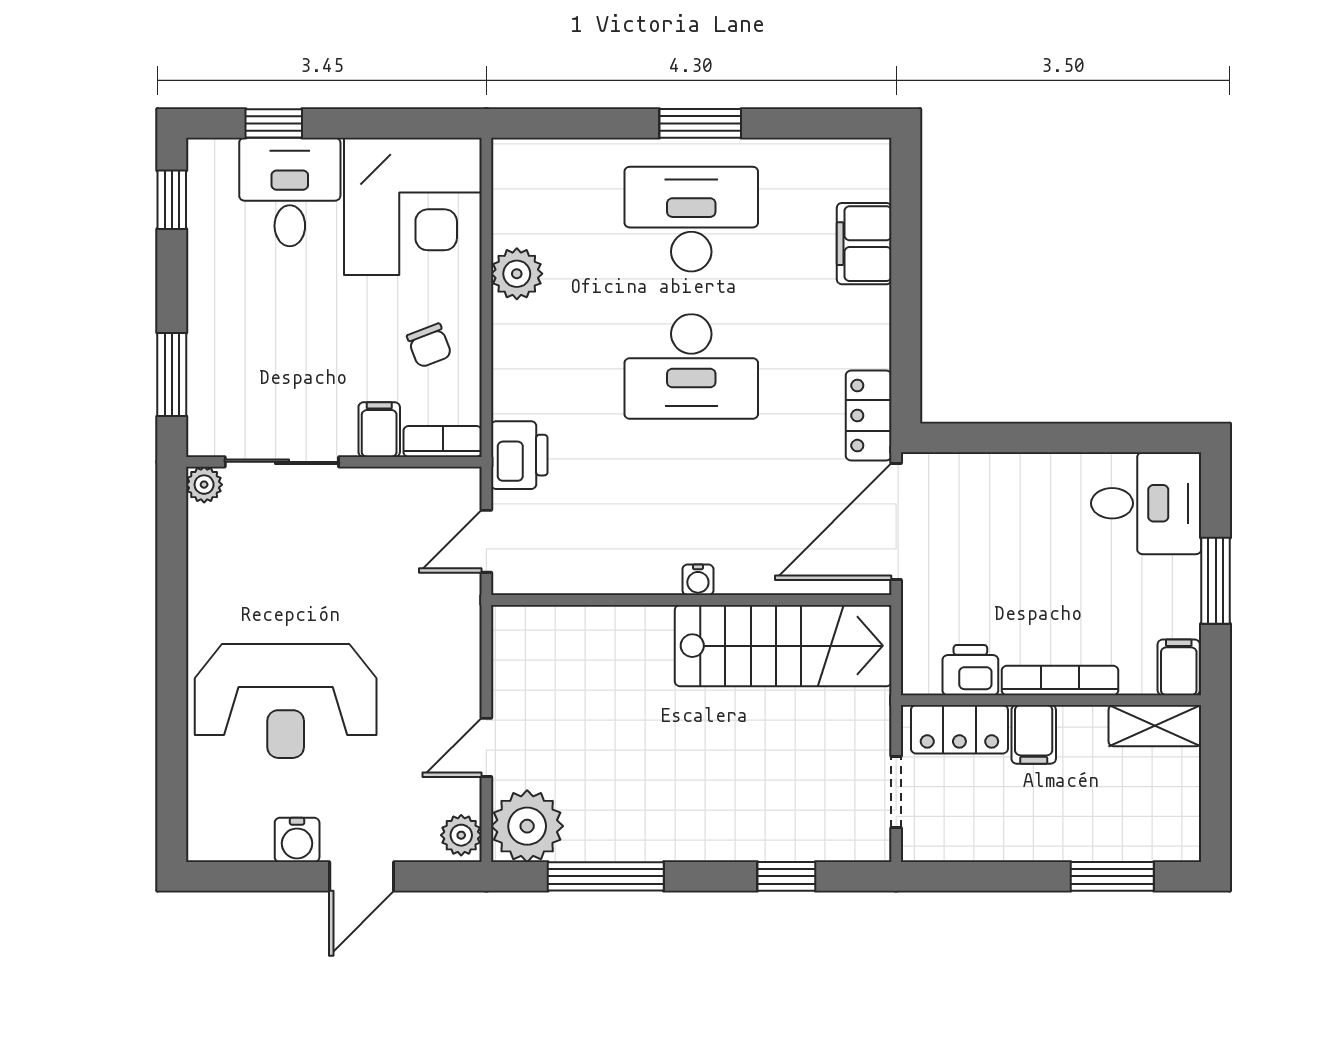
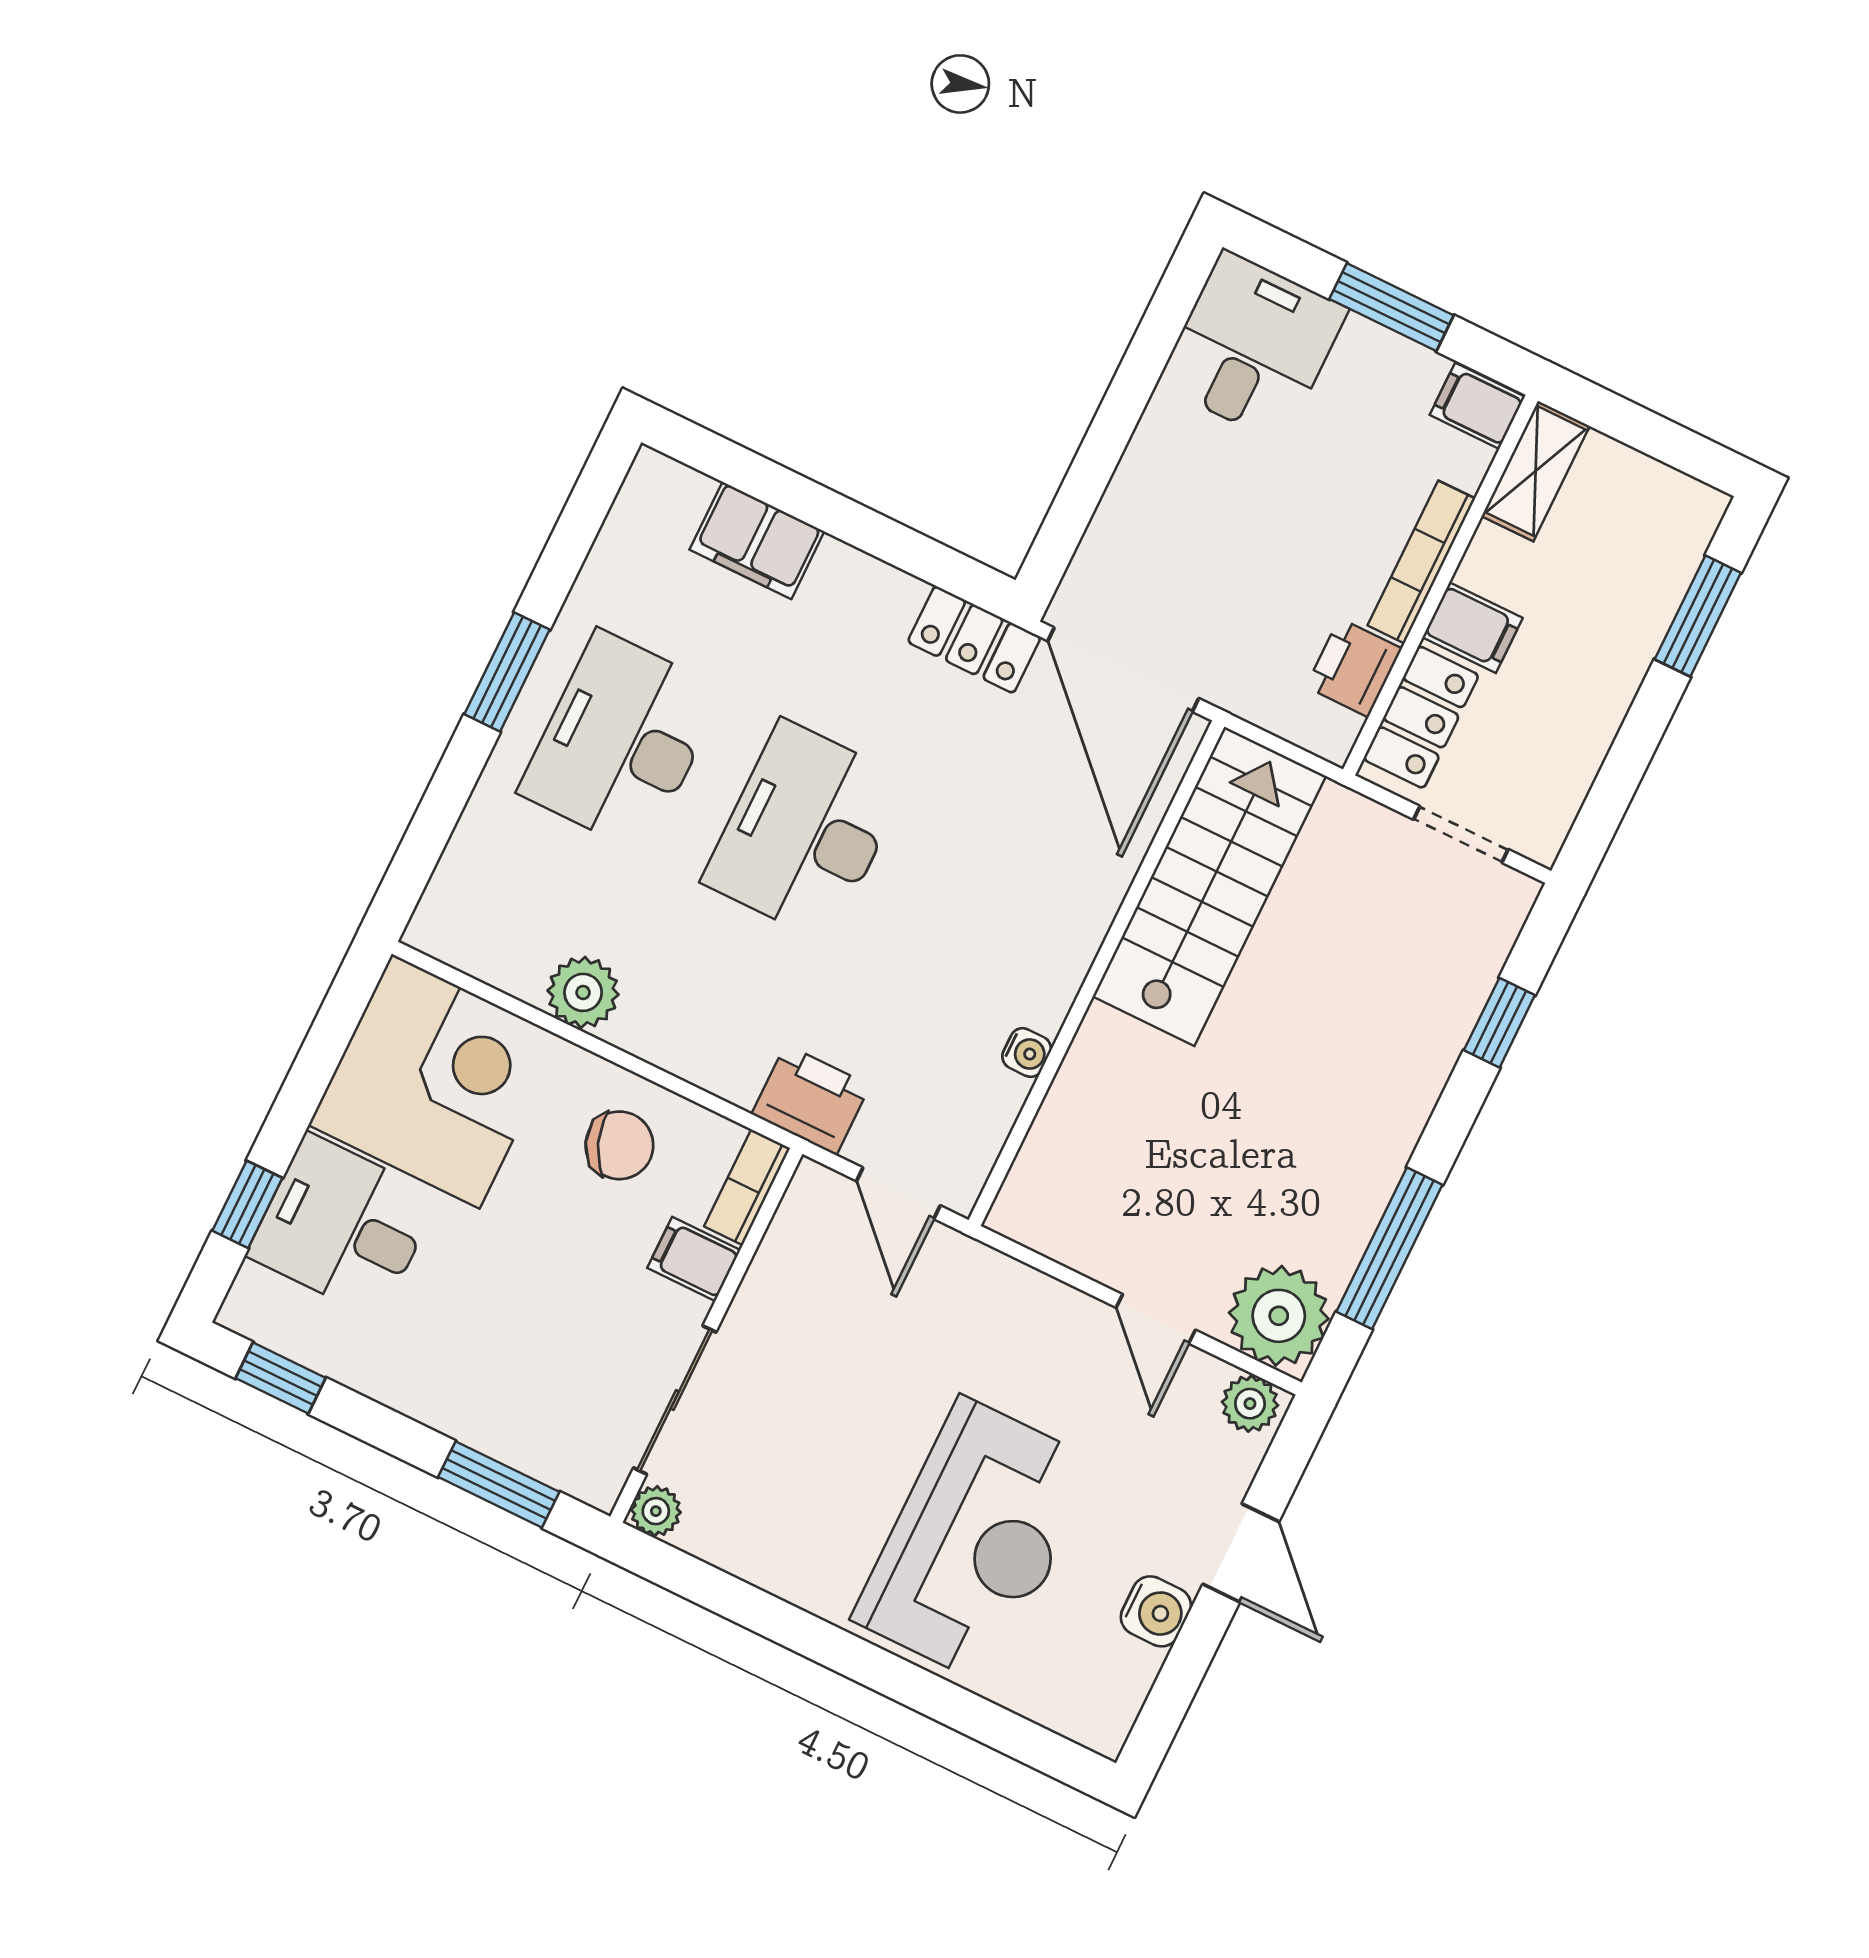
chair: (429, 346) -> (619, 1145), width x1.37, depth x1.37
desk: (691, 366) -> (805, 831), turned 180
water cooler: (698, 580) -> (1027, 1053), moved

